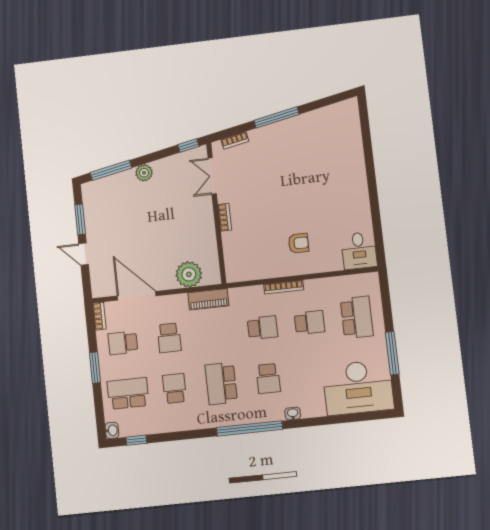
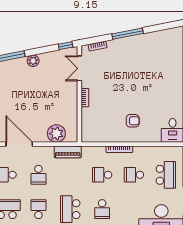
school desk: (309, 322) -> (134, 175), turned 180
school desk: (262, 328) -> (102, 175), turned 180

